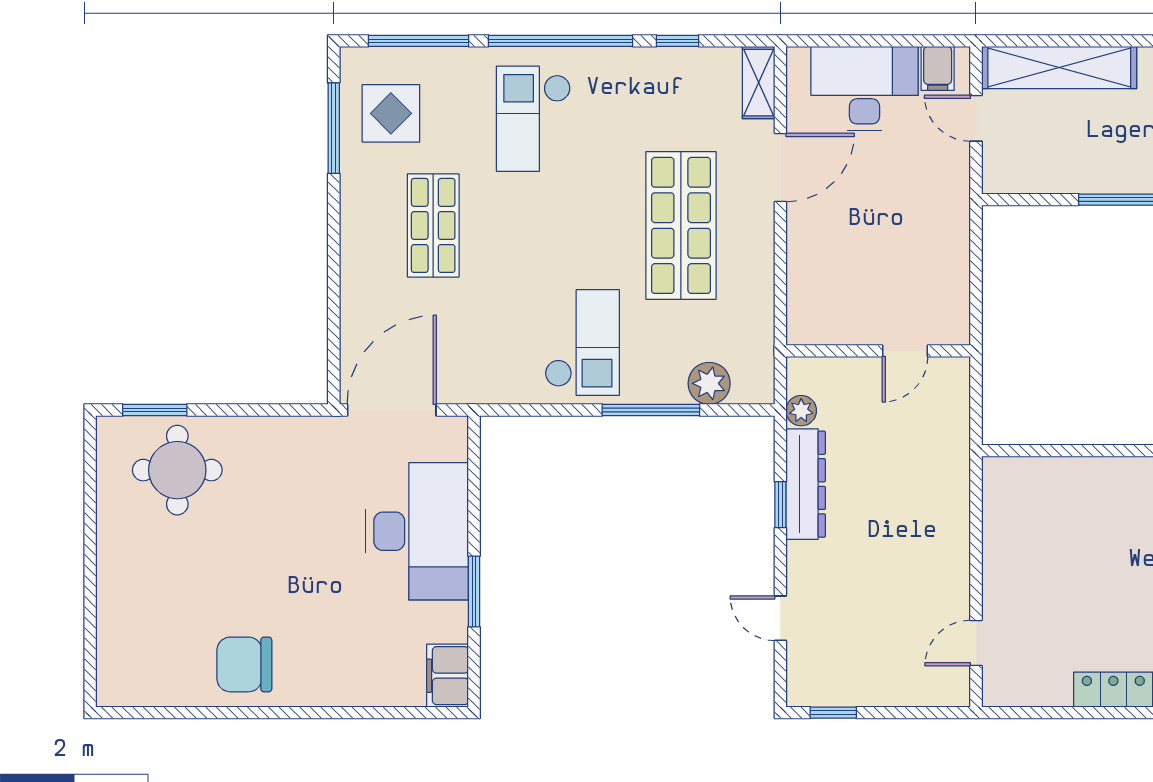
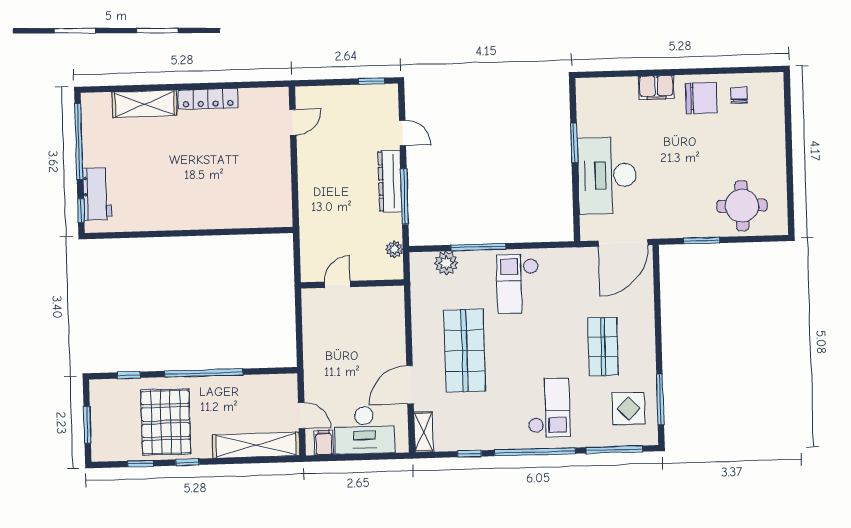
window: (155, 410) -> (702, 241), moved
dresser: (806, 484) -> (390, 181), moved
window: (780, 505) -> (404, 196), width x2.17
chair: (177, 668) -> (739, 95), added
filing cabinet: (448, 676) -> (656, 87), moved, turned 90

